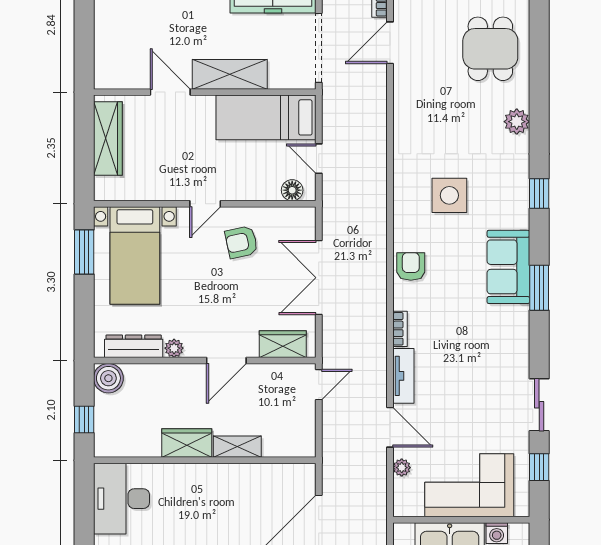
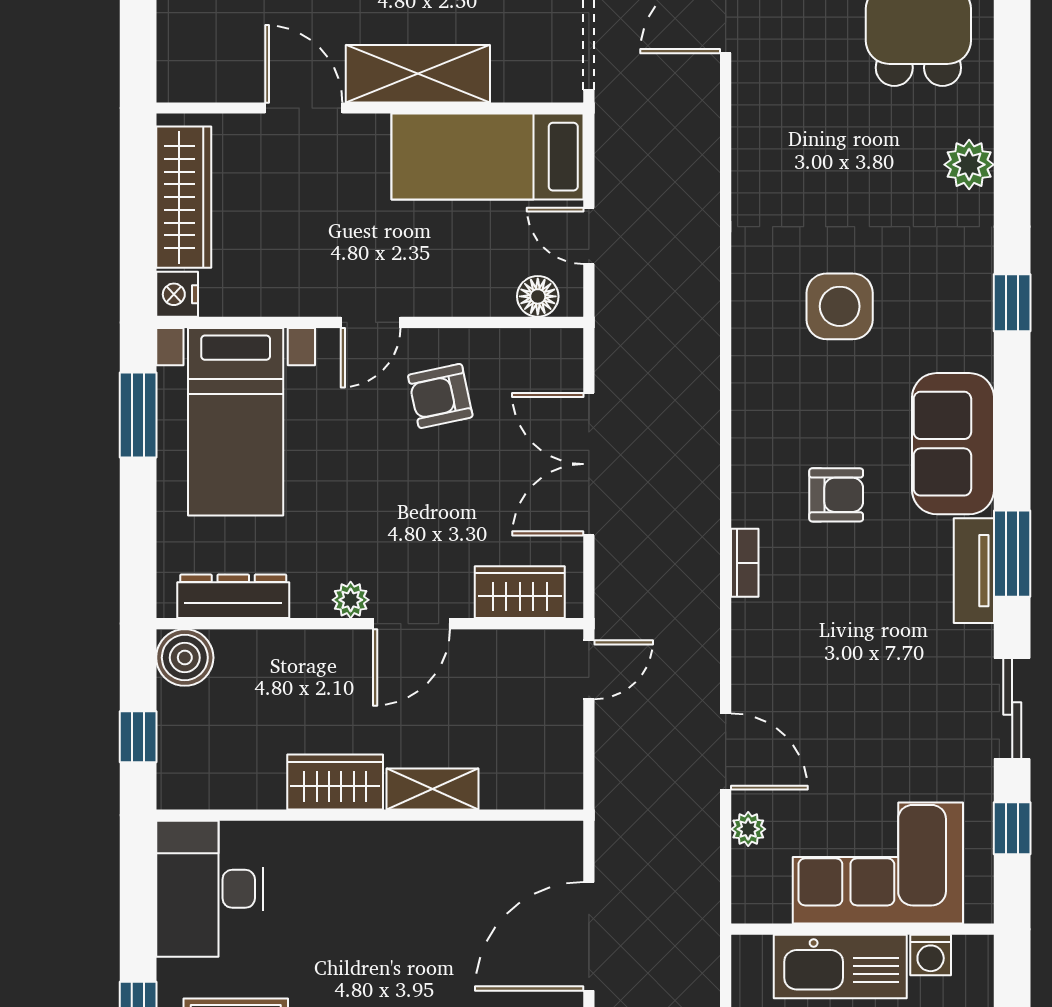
nightstand: (104, 189) -> (177, 294), added
armchair: (411, 266) -> (836, 495), moved, turned 90
window: (539, 288) -> (1012, 554), moved
plant: (174, 348) -> (351, 600), moved
tv unit: (403, 376) -> (974, 571), moved, turned 180

